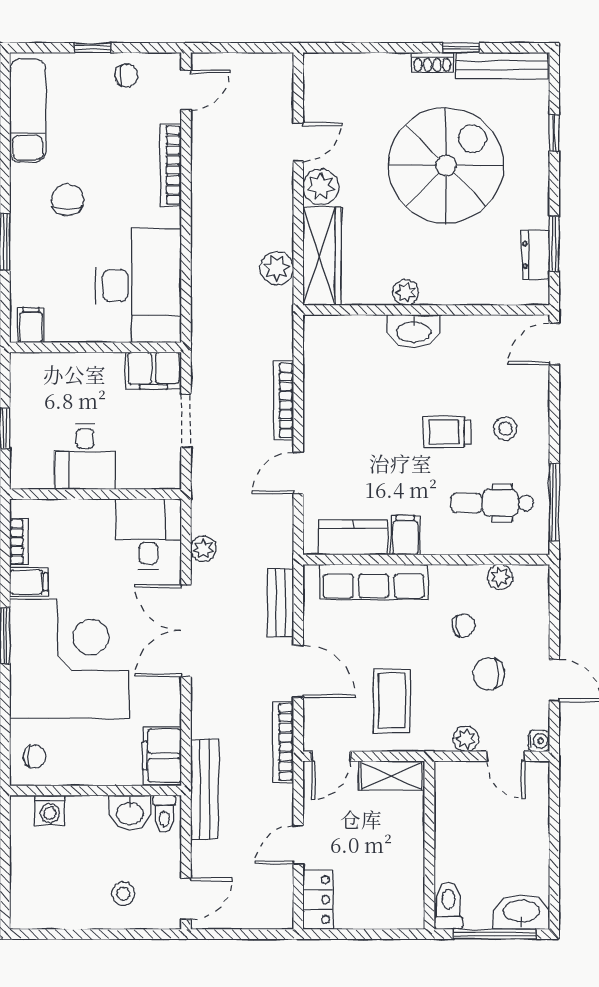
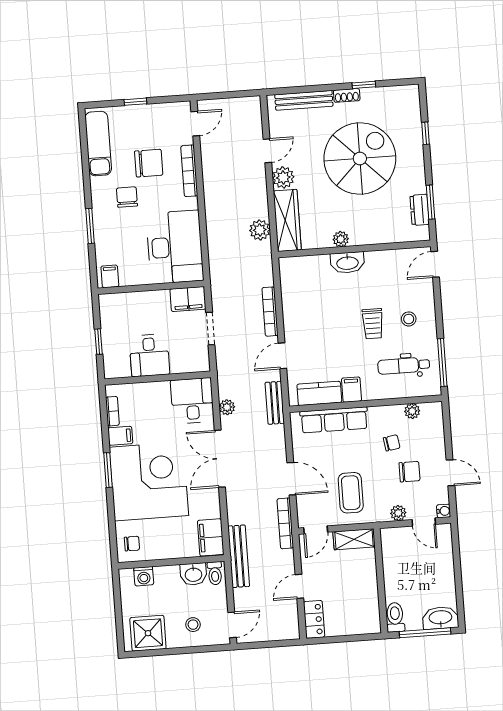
bench: (502, 65) -> (304, 100), moved
chair: (126, 76) -> (149, 163), moved, width x1.87, depth x1.87
trolley: (447, 432) -> (373, 324), turned -89
bench: (281, 603) -> (275, 403), moved
chair: (489, 674) -> (409, 472), turned 180
shower: (50, 902) -> (148, 633), added

